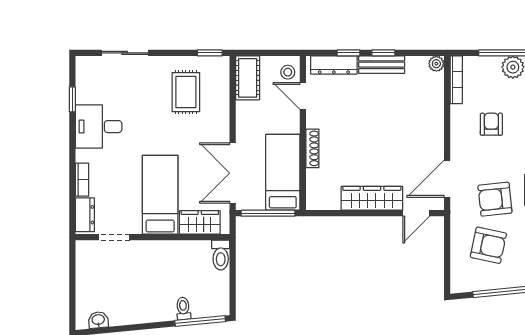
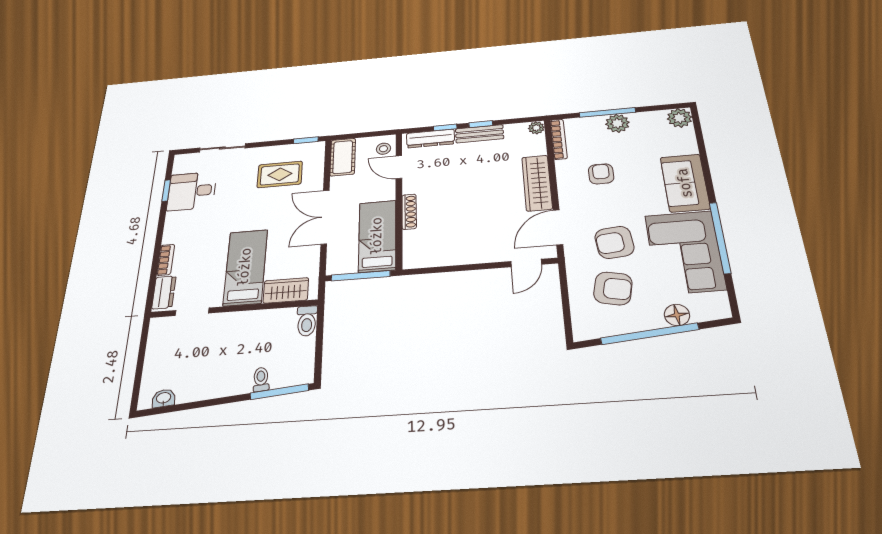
rug: (186, 92) -> (280, 174), turned 90
desk: (99, 127) -> (192, 191), moved
double door: (233, 173) -> (325, 217), moved
wardrobe: (372, 198) -> (537, 183), moved, turned -90

